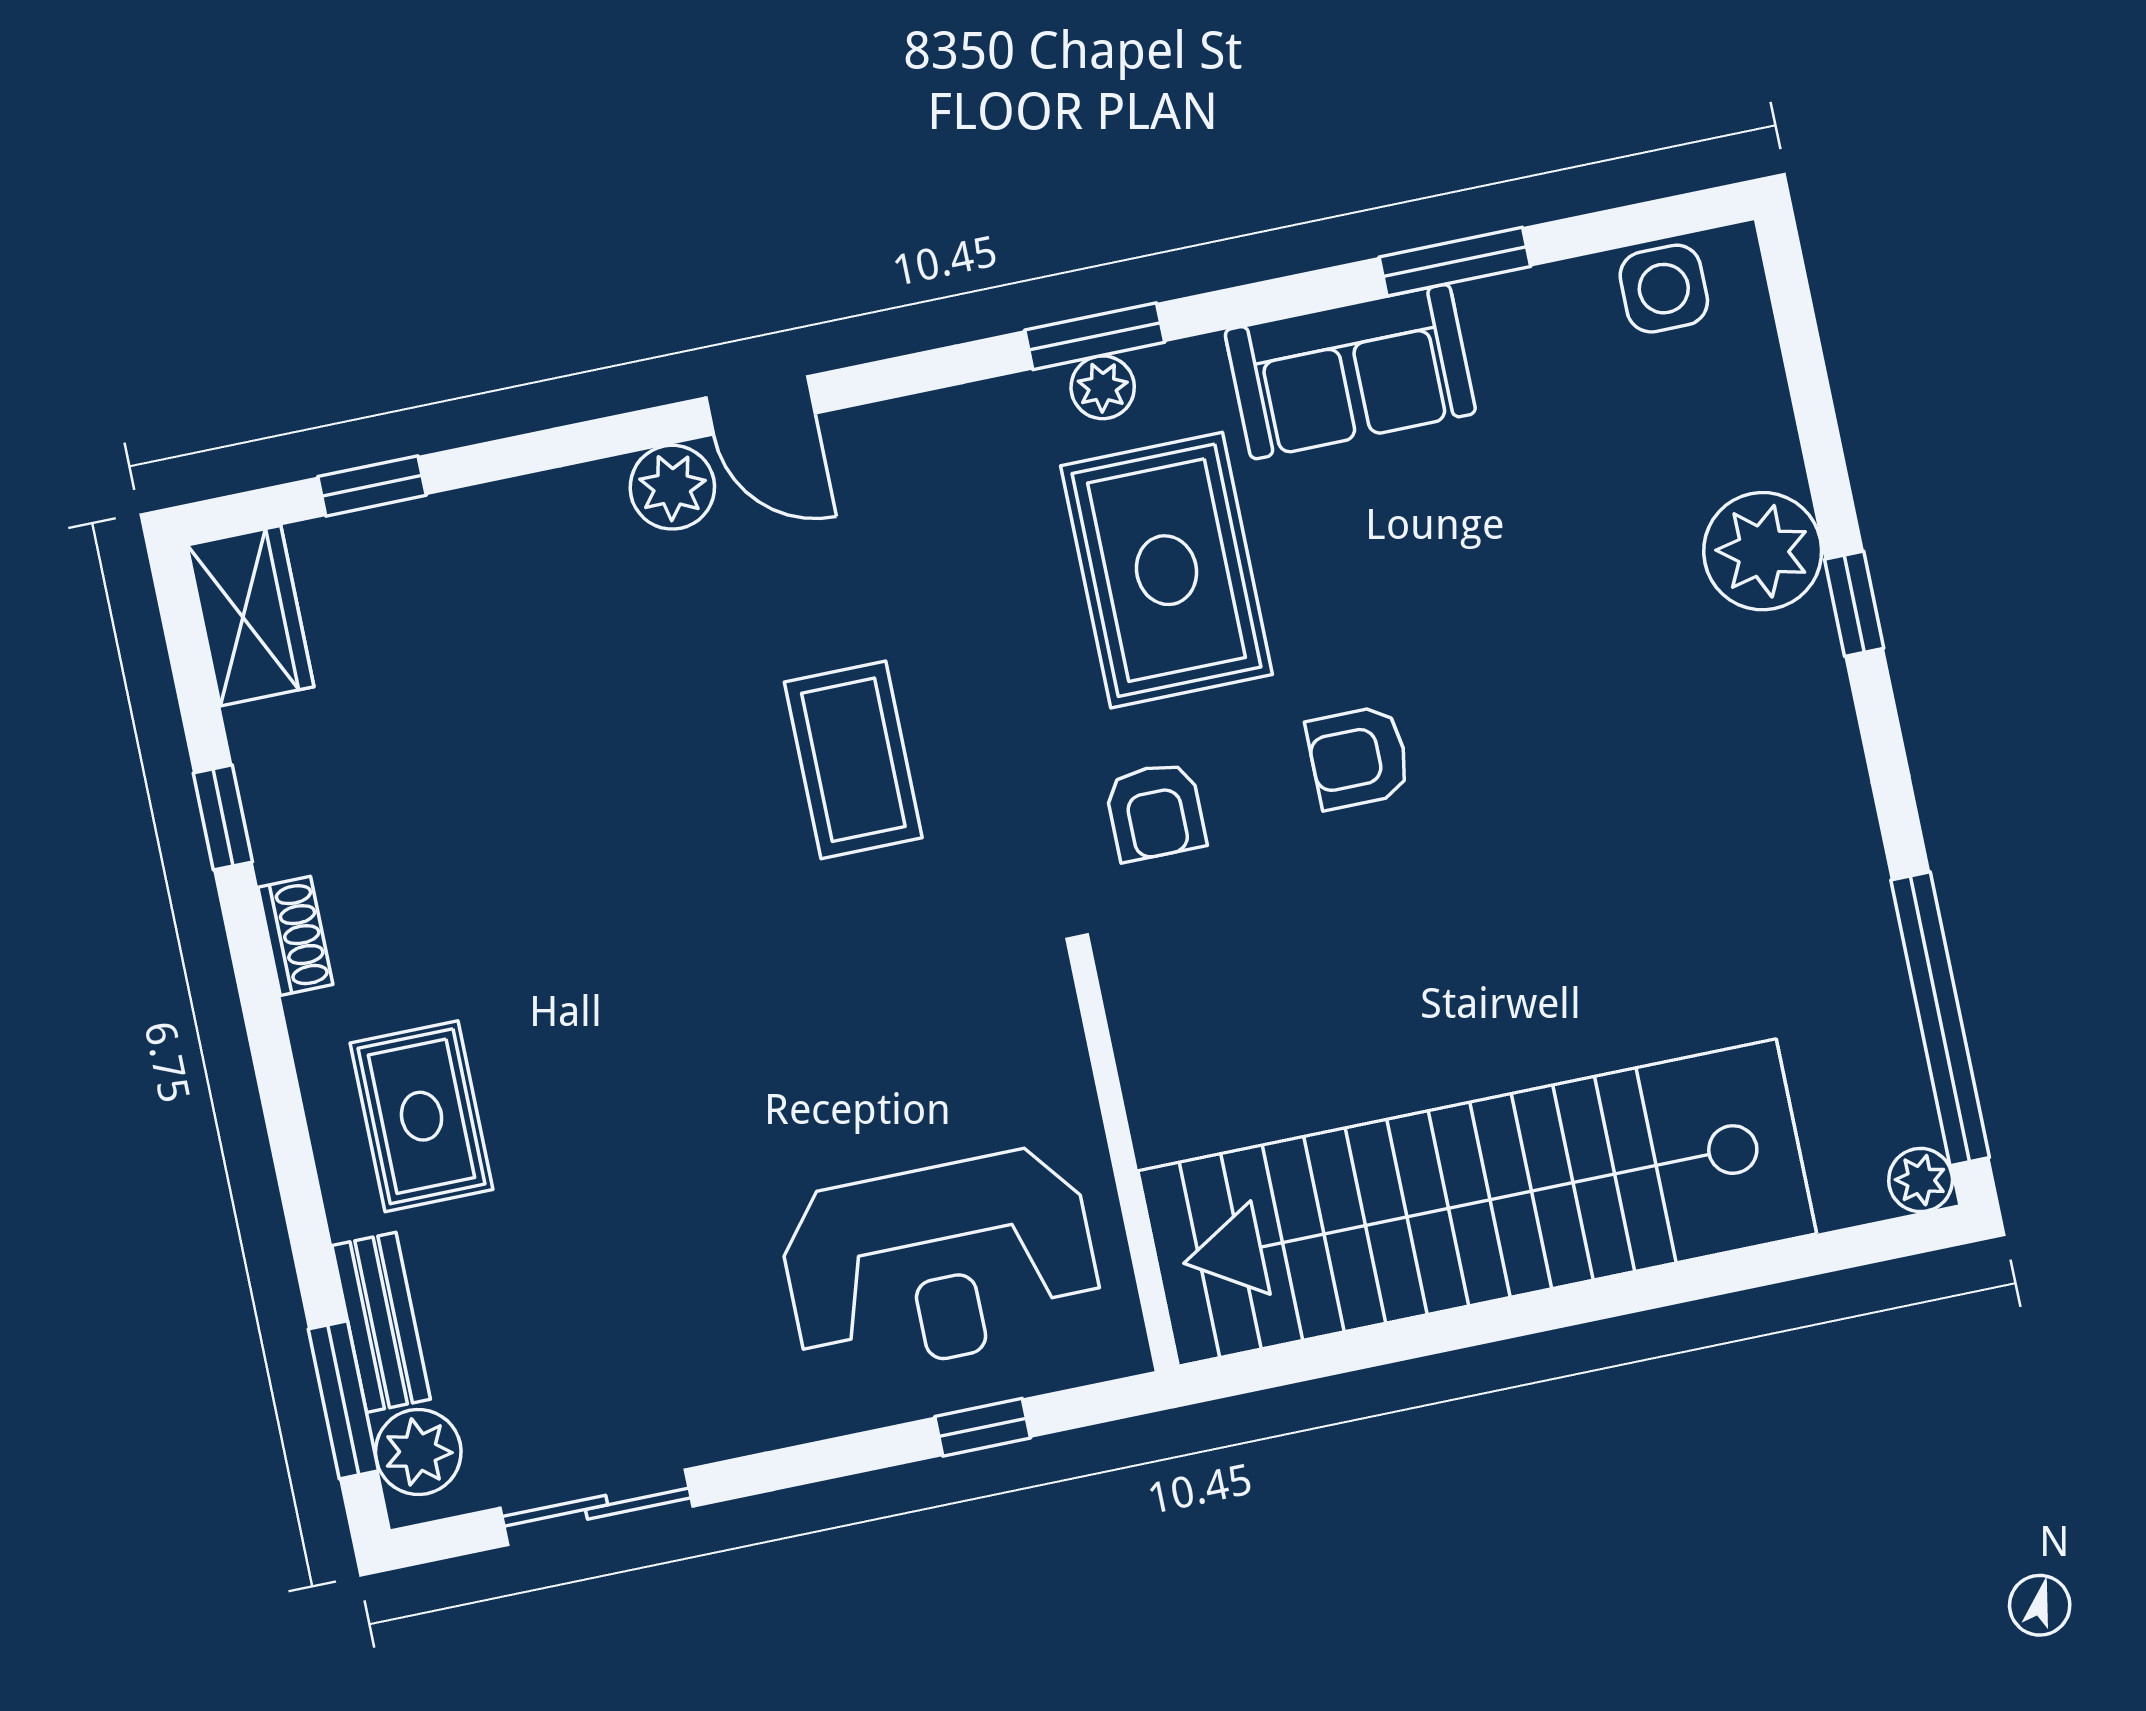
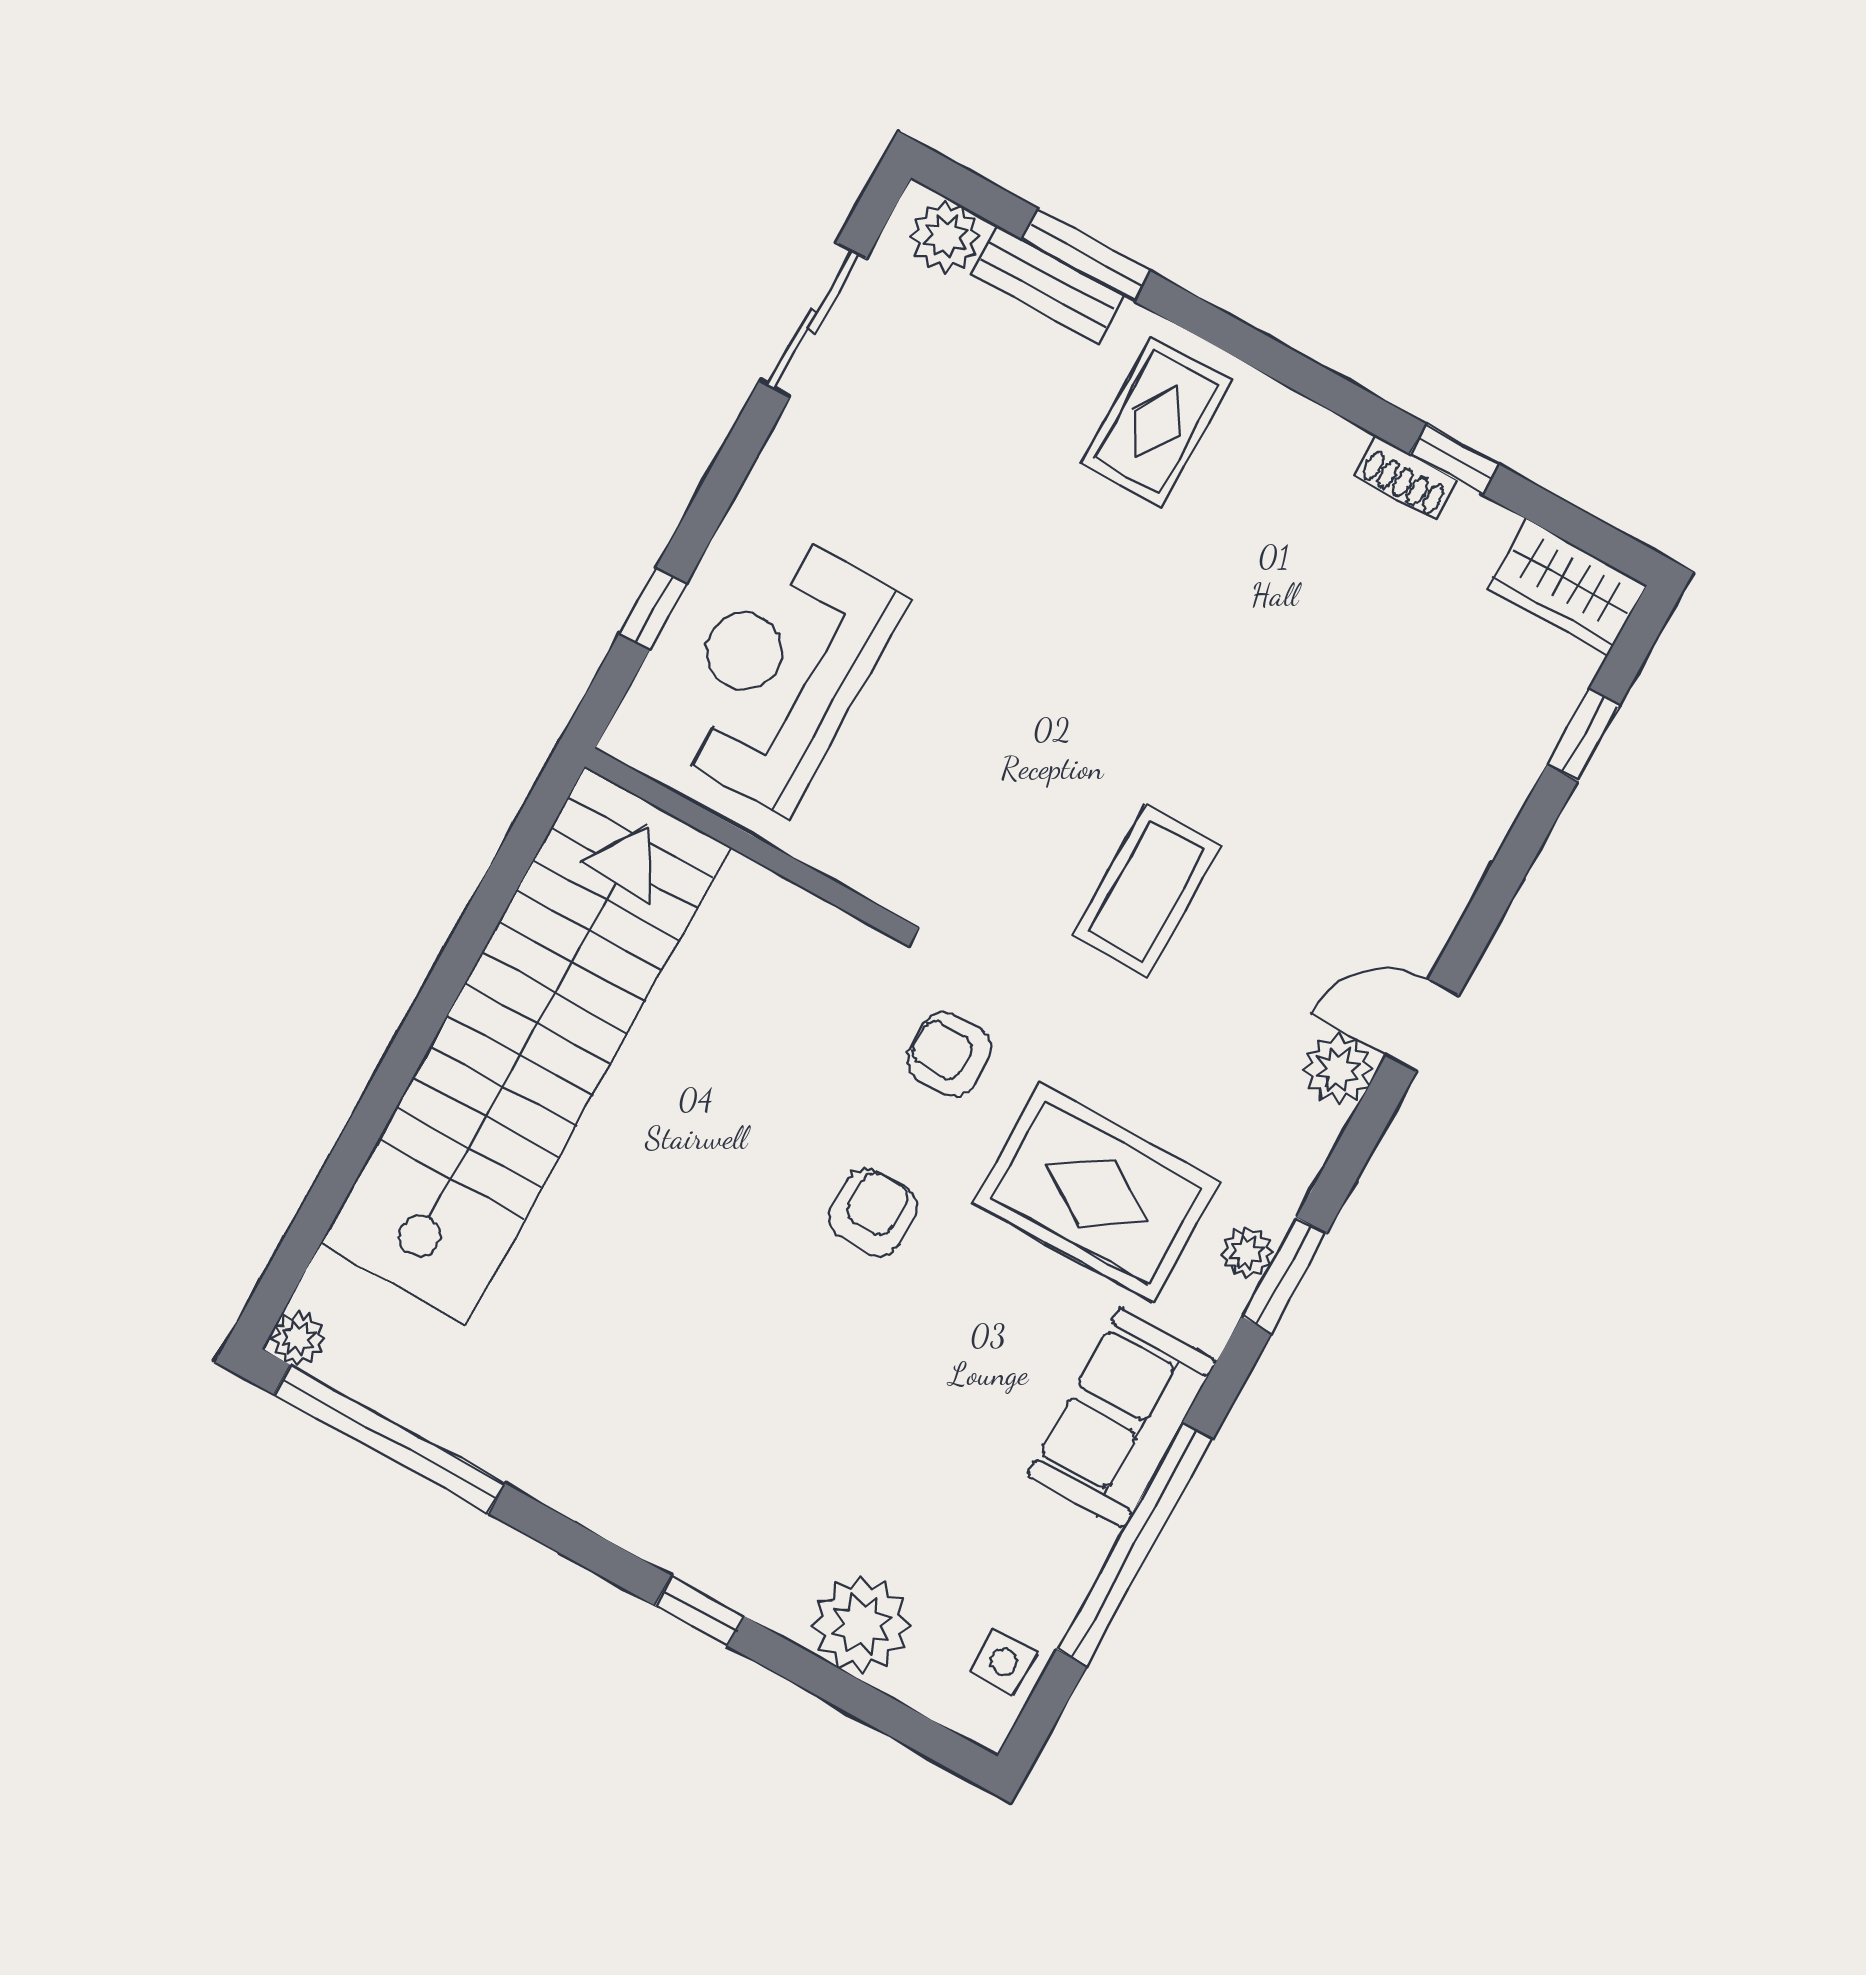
window: (1455, 262) -> (1135, 1544), width x2.11
side table: (1664, 289) -> (1004, 1662), width x0.73, depth x0.73
plant: (672, 487) -> (1338, 1070), moved
plant: (1763, 551) -> (861, 1625), moved
coffee table: (853, 760) -> (1147, 891), turned 90
shoe rack: (295, 936) -> (1406, 477), moved
rug: (422, 1116) -> (1156, 422), turned 90
window: (343, 1400) -> (1086, 255), moved

